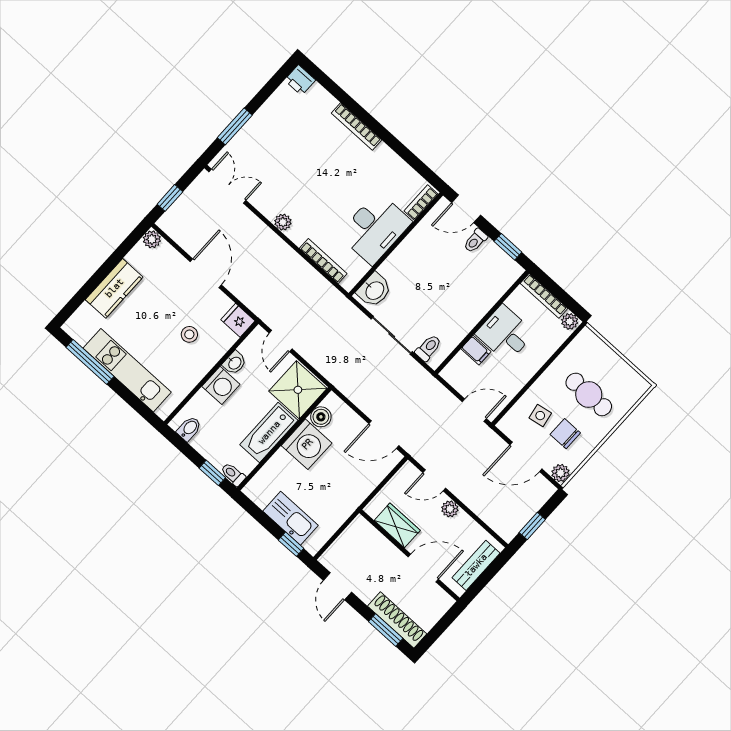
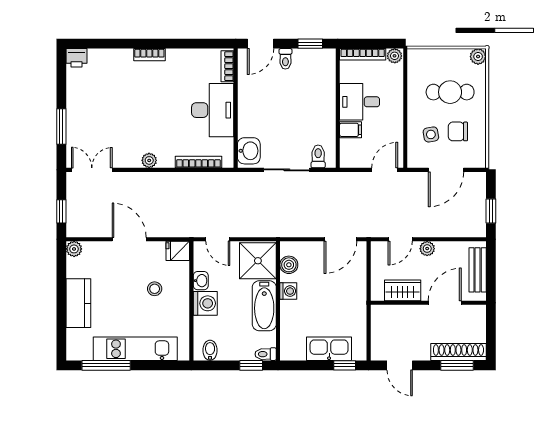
bookcase: (356, 126) -> (149, 55), width x0.64
washing machine: (307, 444) -> (288, 291), width x0.53, depth x0.53
plant: (561, 473) -> (478, 56), moved

